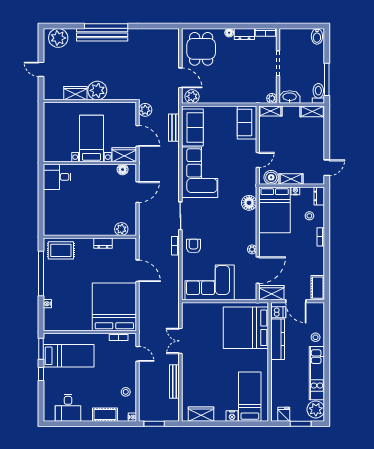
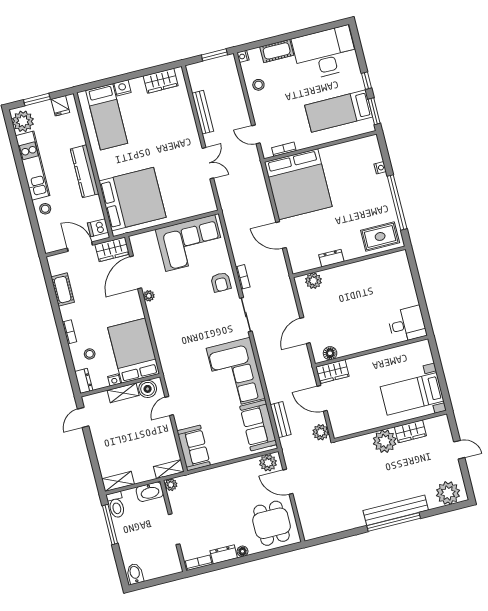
bed with nightstands: (91, 138) -> (412, 394), moved, turned 90
floor lamp: (249, 203) -> (167, 351), removed
cot: (318, 288) -> (63, 290), moved
kitchen counter: (278, 339) -> (85, 171), moved
desk: (68, 408) -> (325, 53), width x1.87, depth x1.30

